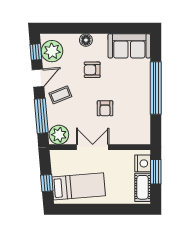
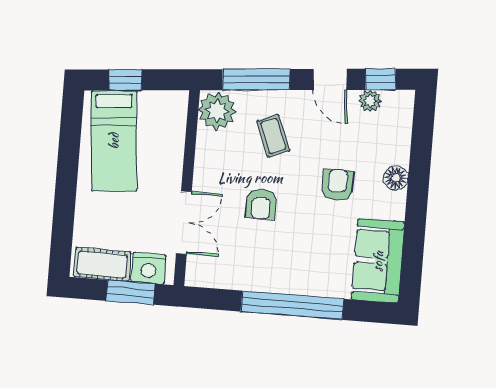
plant: (52, 51) -> (370, 101), width x0.53, depth x0.53
coffee table: (60, 95) -> (273, 136), moved
armchair: (105, 108) -> (261, 204), turned -90
double door: (93, 147) -> (184, 223), moved

